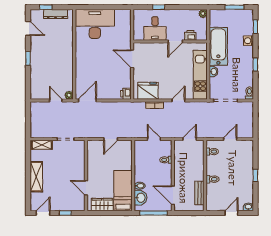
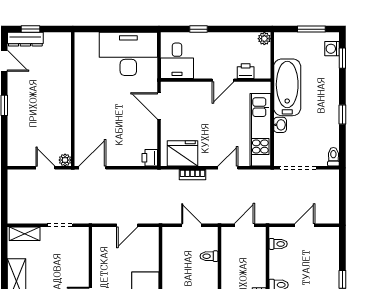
dresser: (56, 14) -> (25, 39), moved
desk: (95, 24) -> (128, 54), moved
desk: (155, 28) -> (177, 61), moved
washing machine: (248, 41) -> (332, 49), moved

